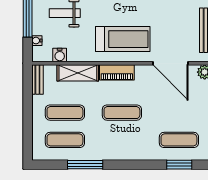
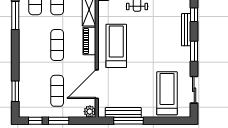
treadmill: (123, 39) -> (116, 46), turned 180
exercise mat: (179, 140) -> (57, 91), moved

